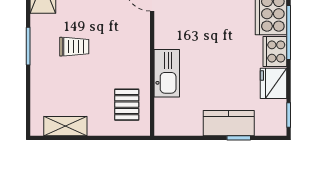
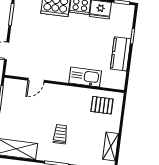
kitchen counter: (229, 123) -> (121, 54), moved

